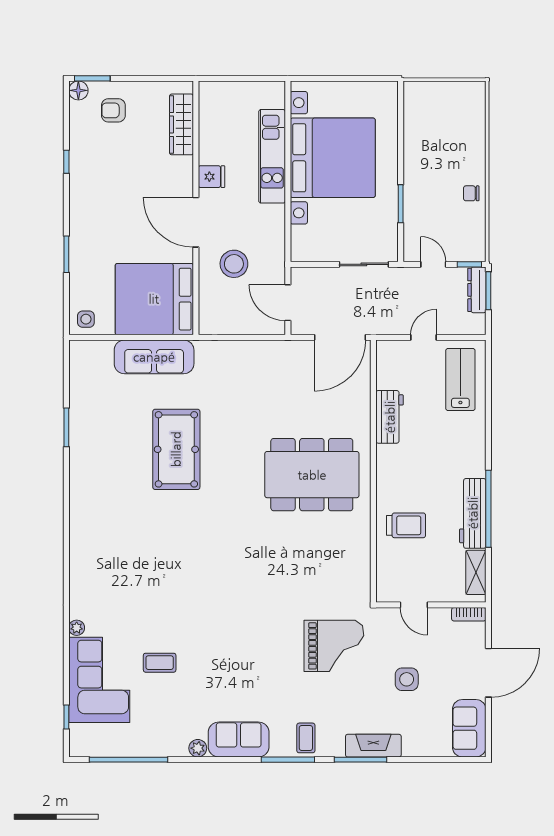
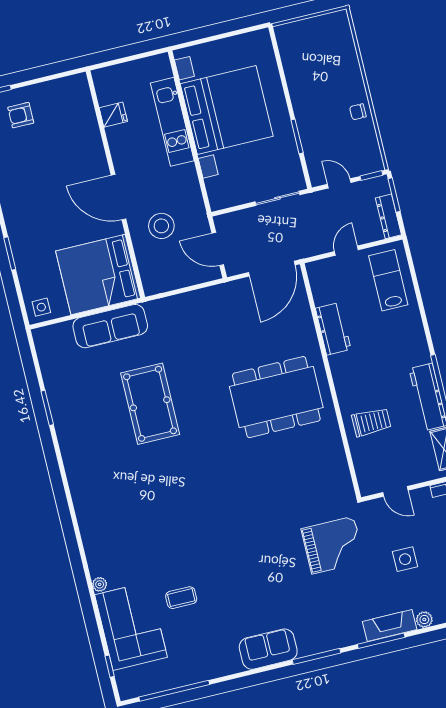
wardrobe: (182, 124) -> (85, 113), removed
fridge: (212, 177) -> (113, 115), moved
dresser: (477, 290) -> (388, 216), moved
coffee table: (306, 738) -> (328, 633), removed
plant: (198, 748) -> (424, 620), moved

